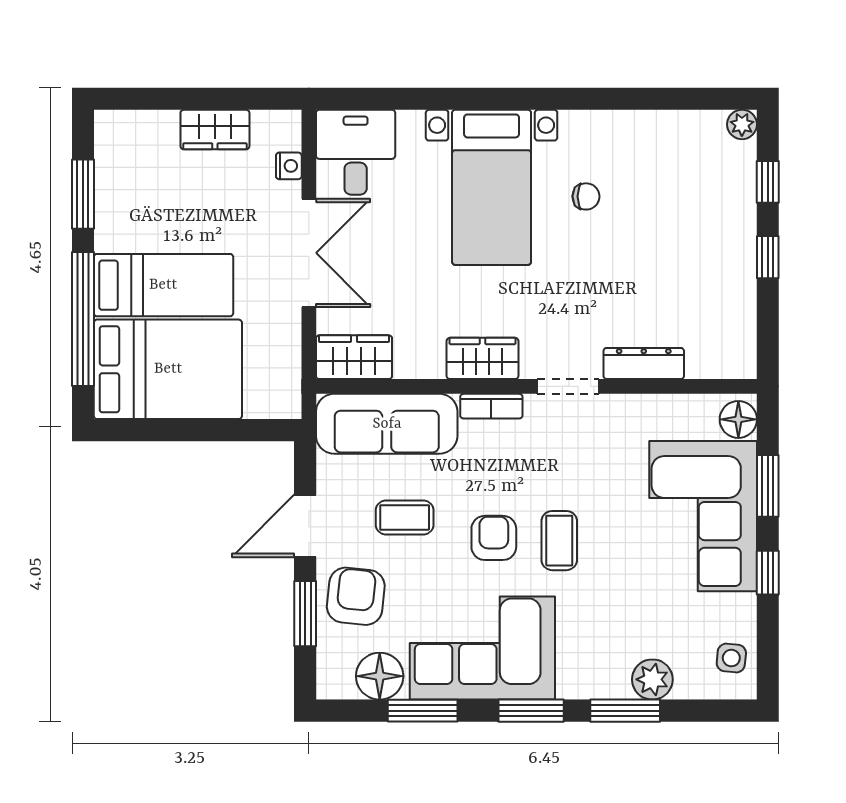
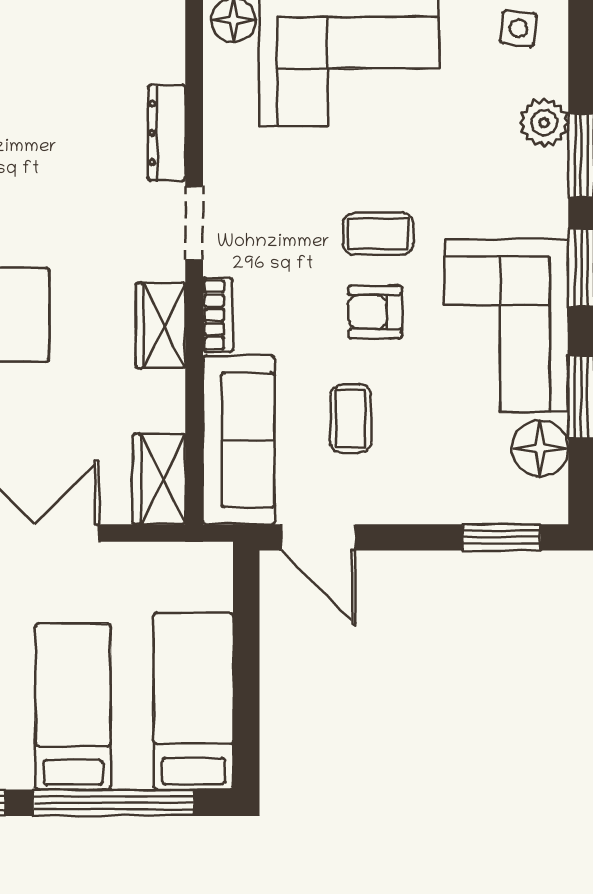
bed: (168, 369) -> (193, 701), width x0.67
door: (305, 526) -> (318, 537), moved
armchair: (356, 596) -> (445, 477), removed
window: (305, 614) -> (501, 537), moved

